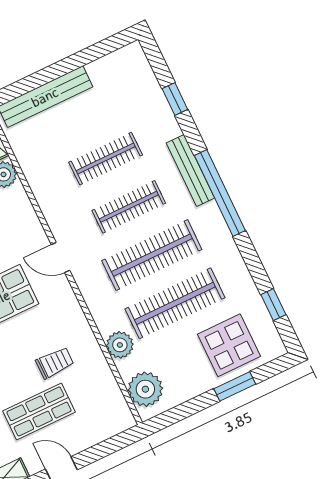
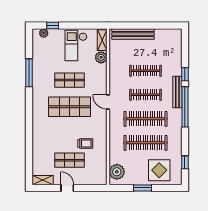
window: (175, 99) -> (185, 74), moved
plant: (120, 345) -> (115, 149), removed
window: (235, 386) -> (142, 188), moved

